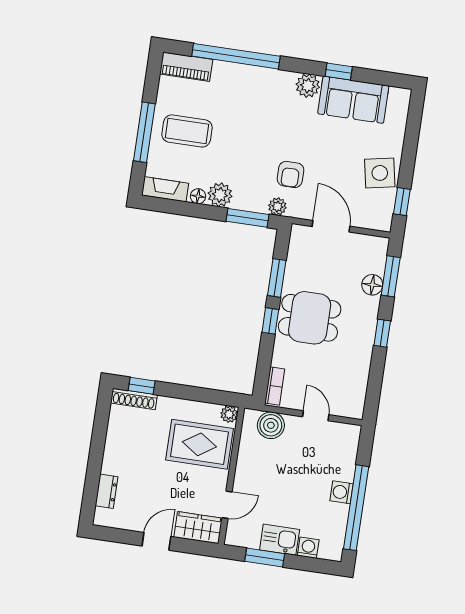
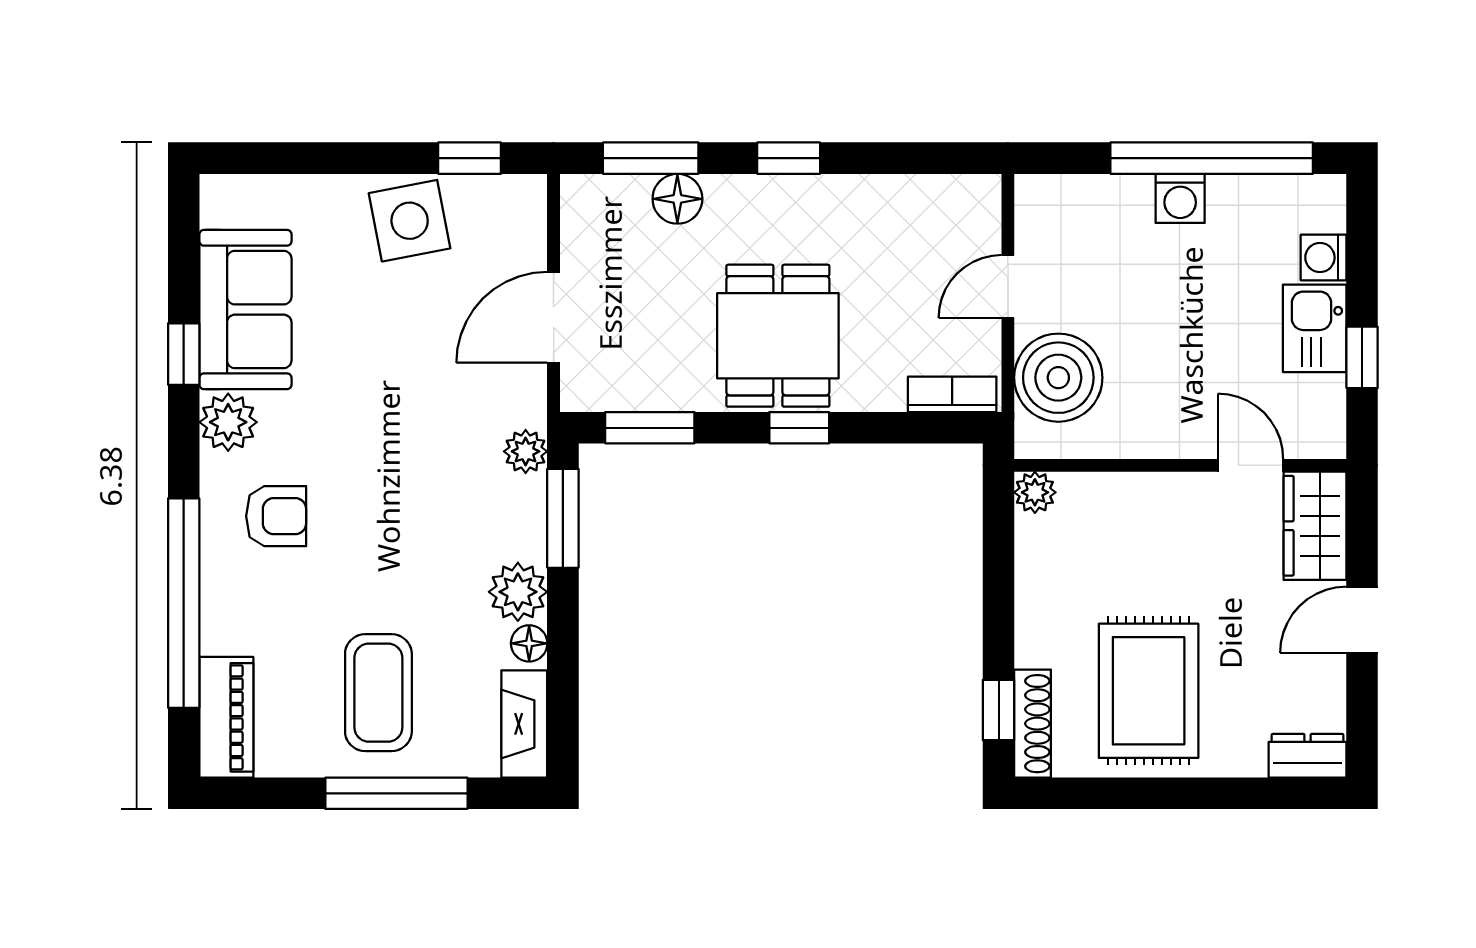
armchair: (290, 174) -> (276, 516), moved
window: (277, 278) -> (650, 428), moved
boiler: (271, 425) -> (1058, 378), width x1.37, depth x1.37
rug: (199, 444) -> (1149, 691), moved
dresser: (107, 491) -> (1308, 756), moved
door: (156, 541) -> (1362, 620), hinge flipped
window: (265, 557) -> (1362, 357), width x0.67

